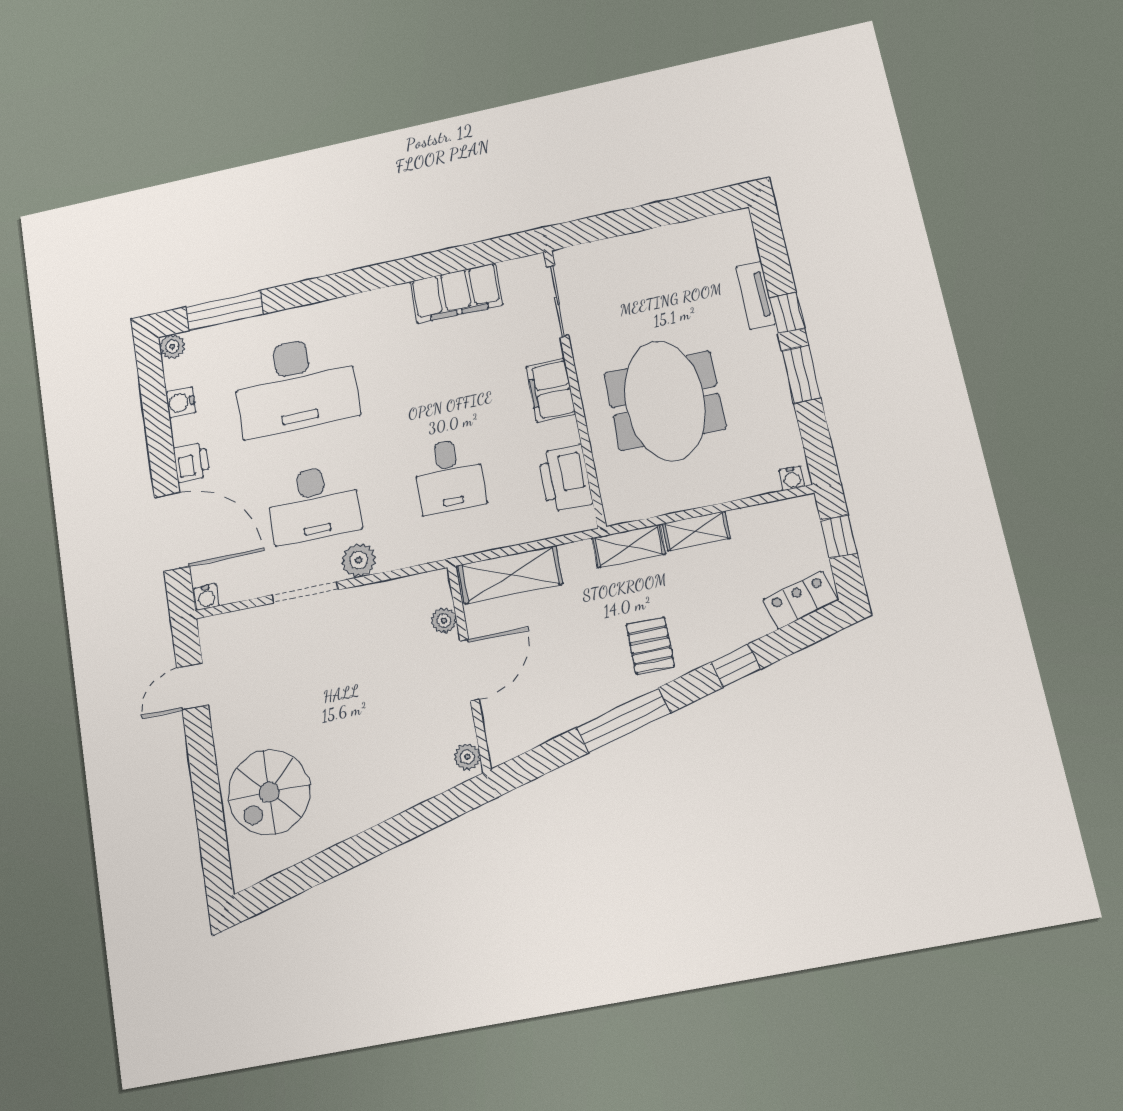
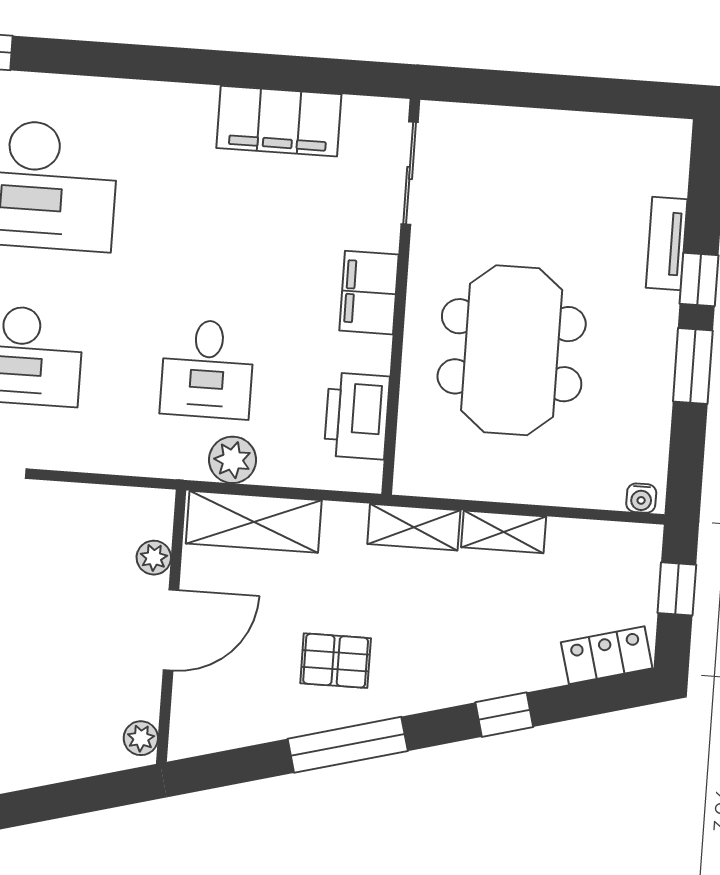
plant: (359, 560) -> (232, 460), moved
pallet: (650, 646) -> (336, 661), moved, turned 90

